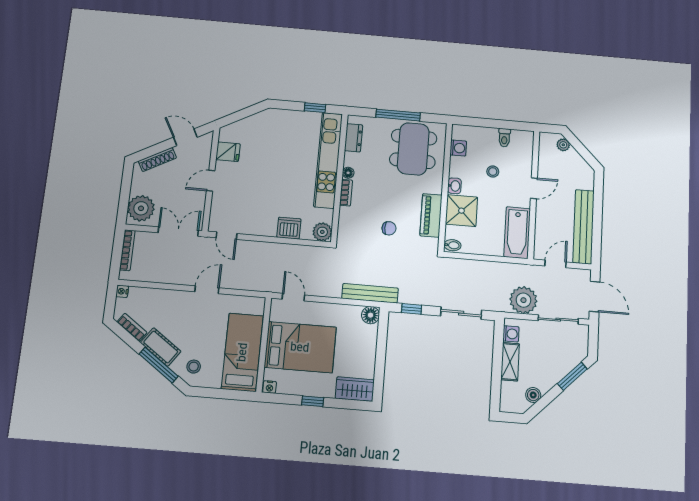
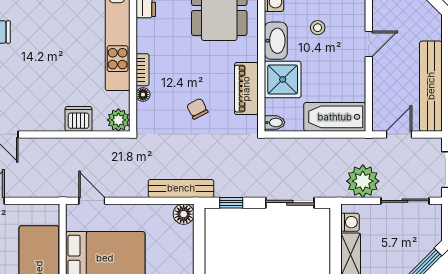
floor lamp: (348, 173) -> (143, 95), moved
washbasin: (454, 186) -> (276, 41), width x1.91, depth x1.45
chair: (389, 228) -> (197, 109), turned -117
bathtub: (517, 233) -> (335, 117), moved, turned 90

